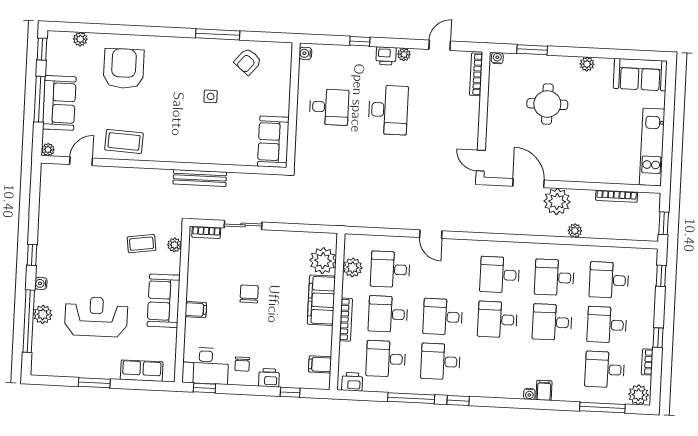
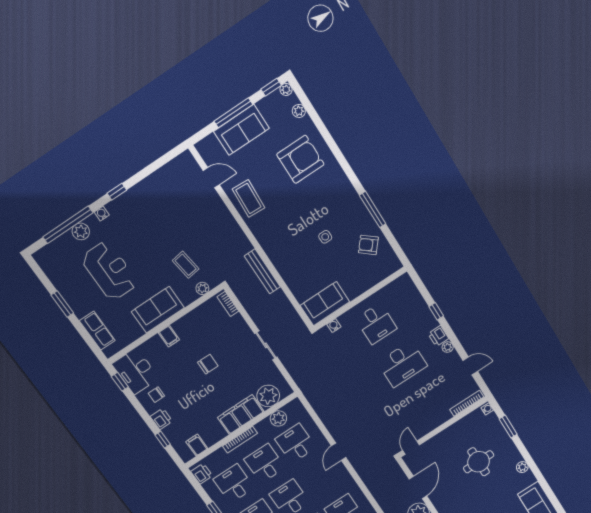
water cooler: (305, 53) -> (334, 325), moved
plant: (48, 150) -> (286, 89), moved
sliding door: (243, 225) -> (266, 345), moved

